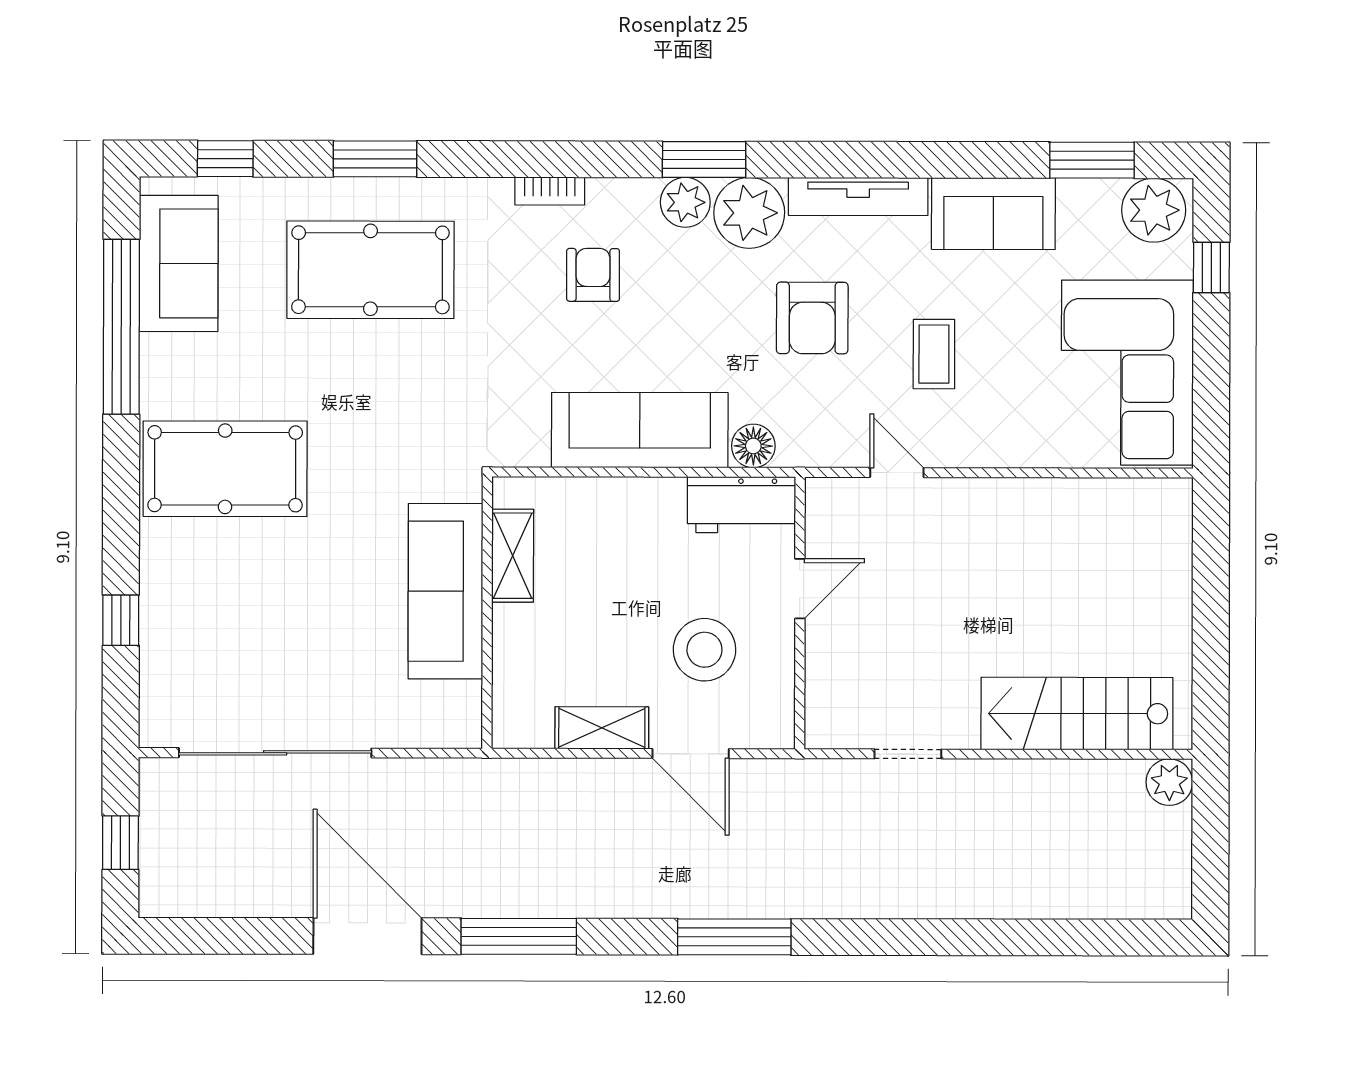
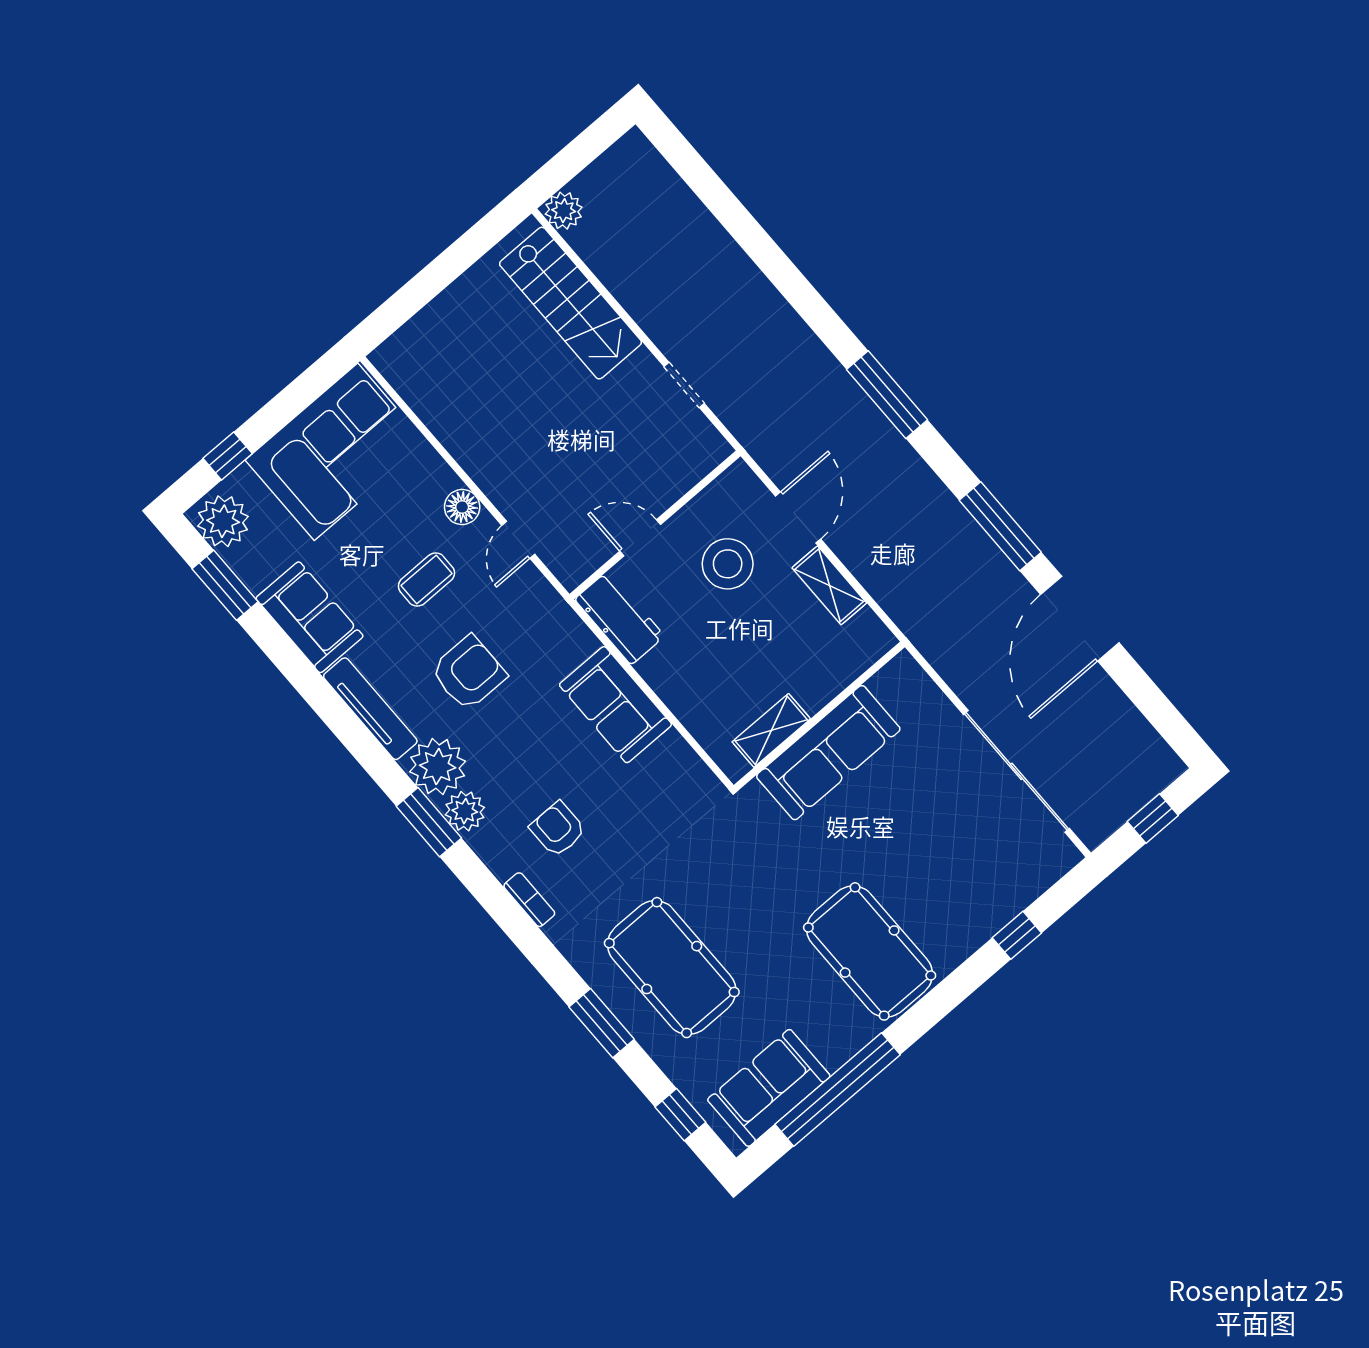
armchair: (593, 275) -> (558, 829), turned 90
sofa: (640, 430) -> (615, 705), width x0.73
floor lamp: (753, 446) -> (462, 507), moved

